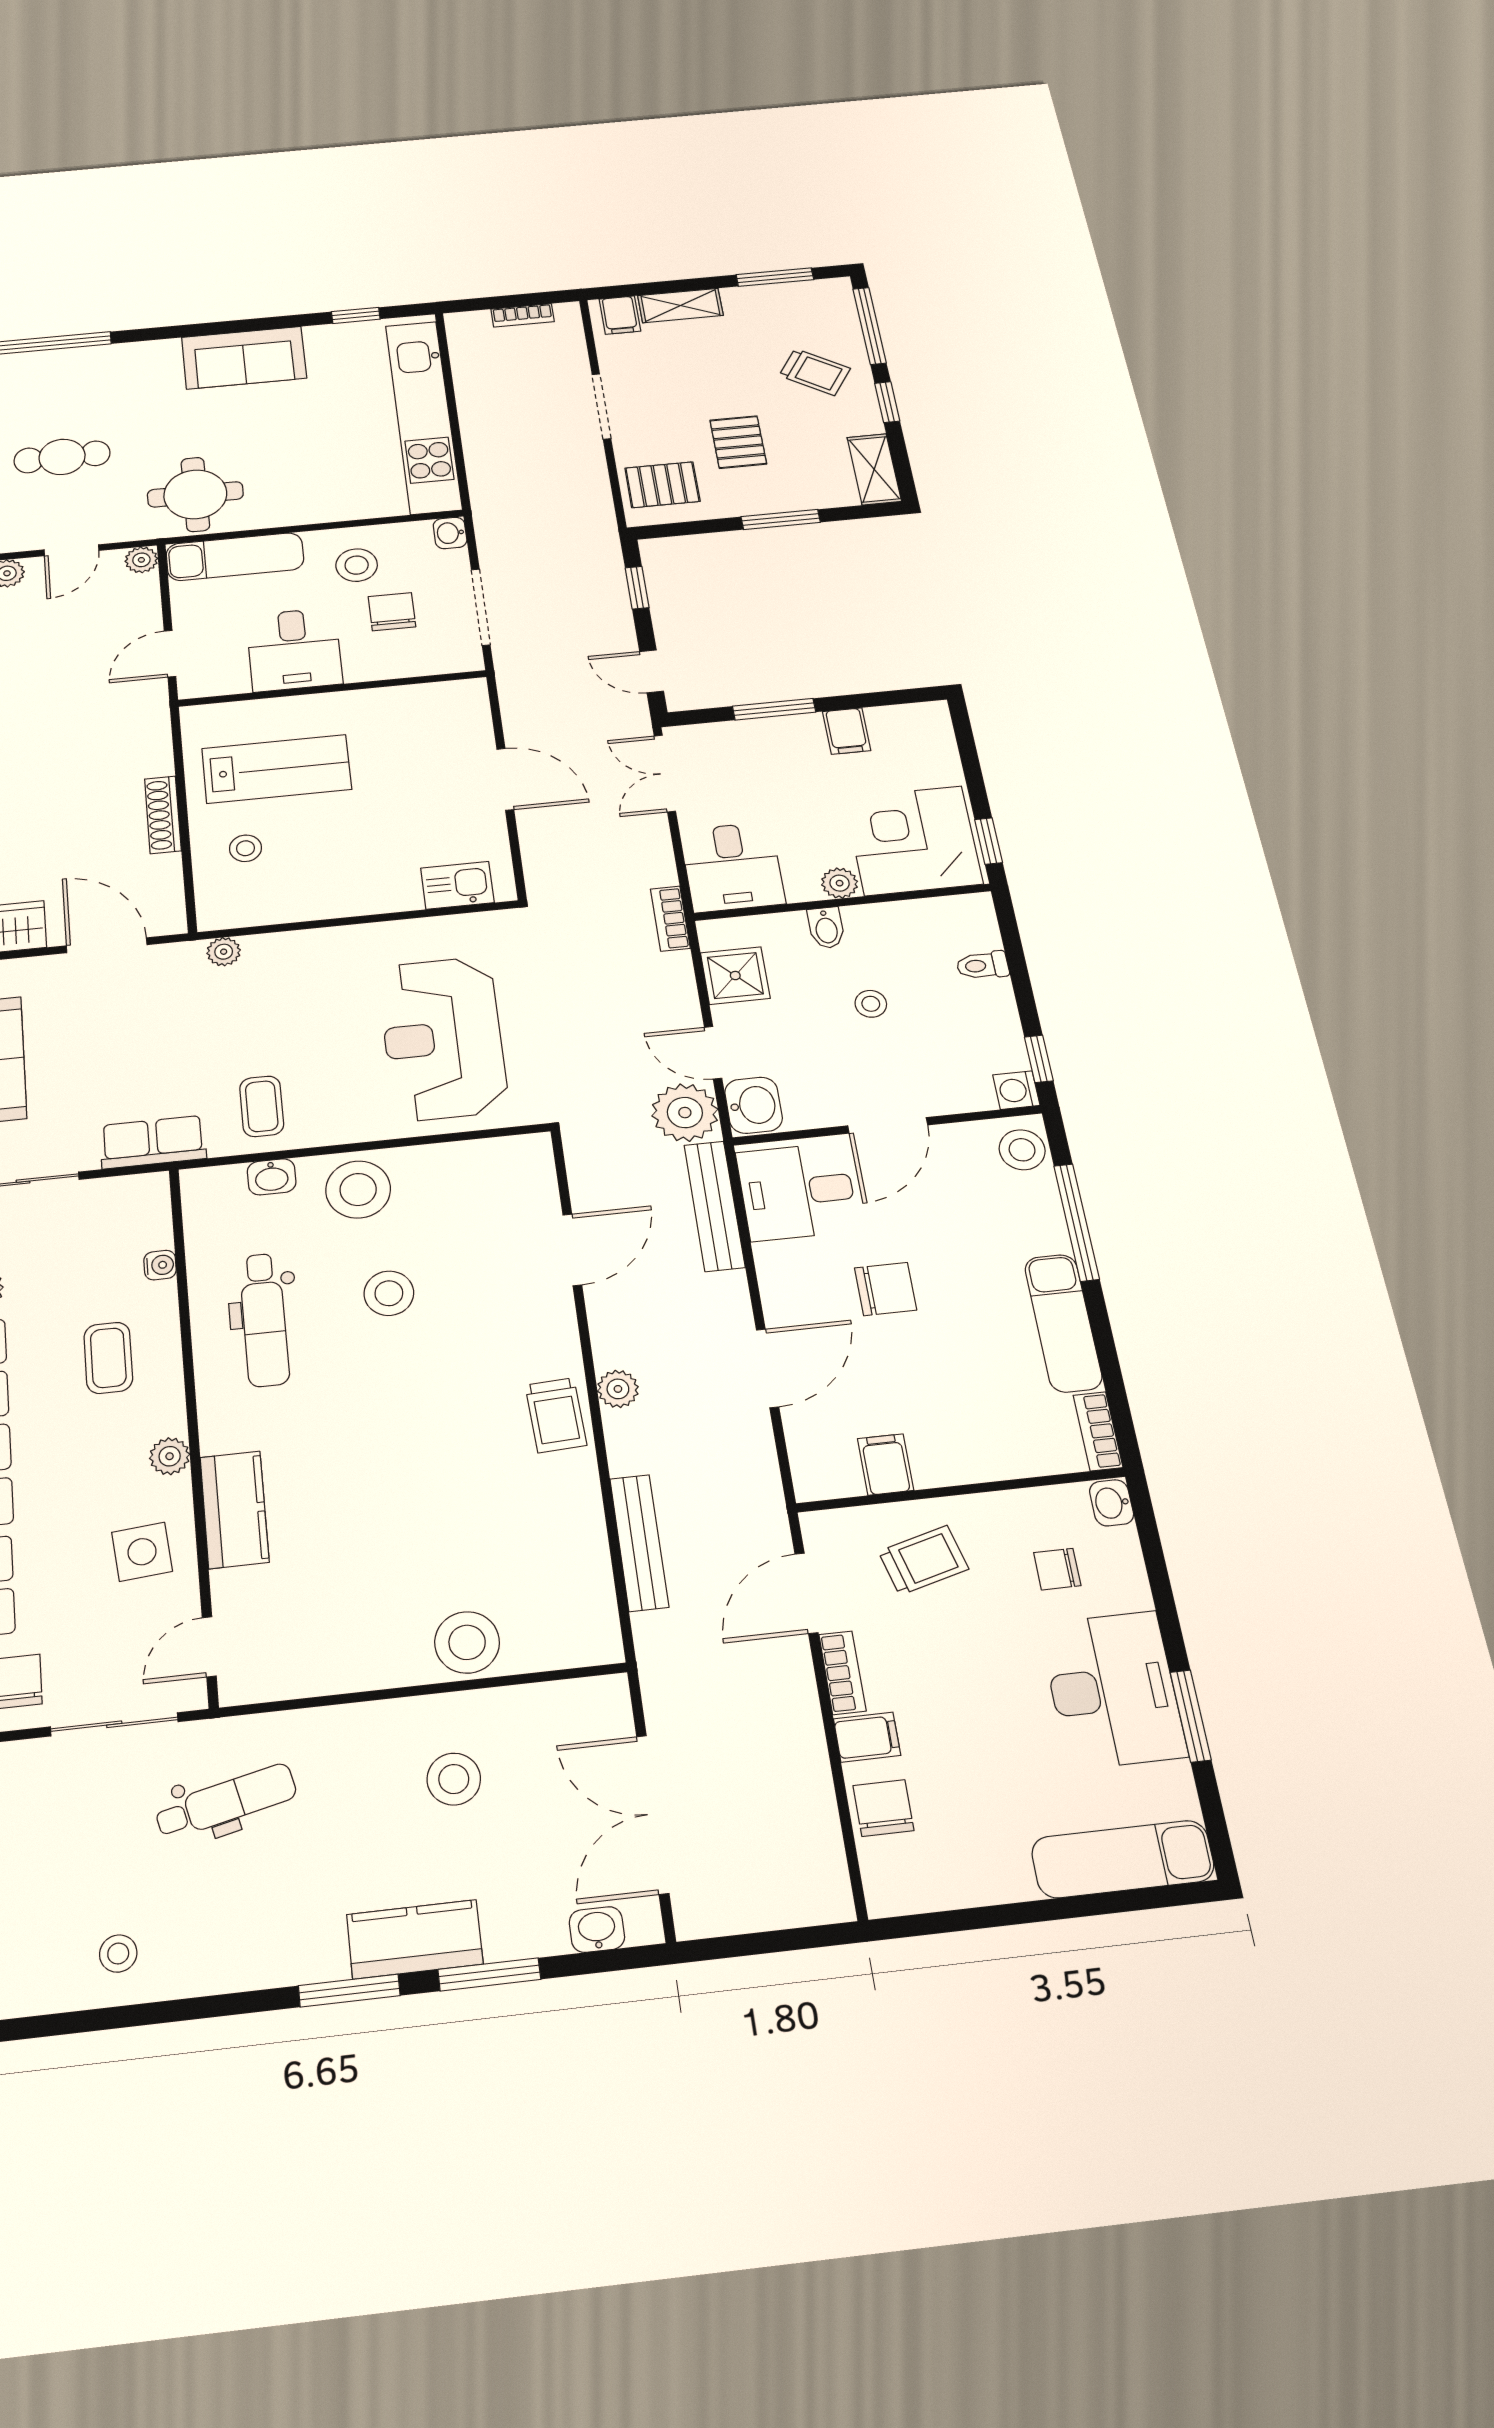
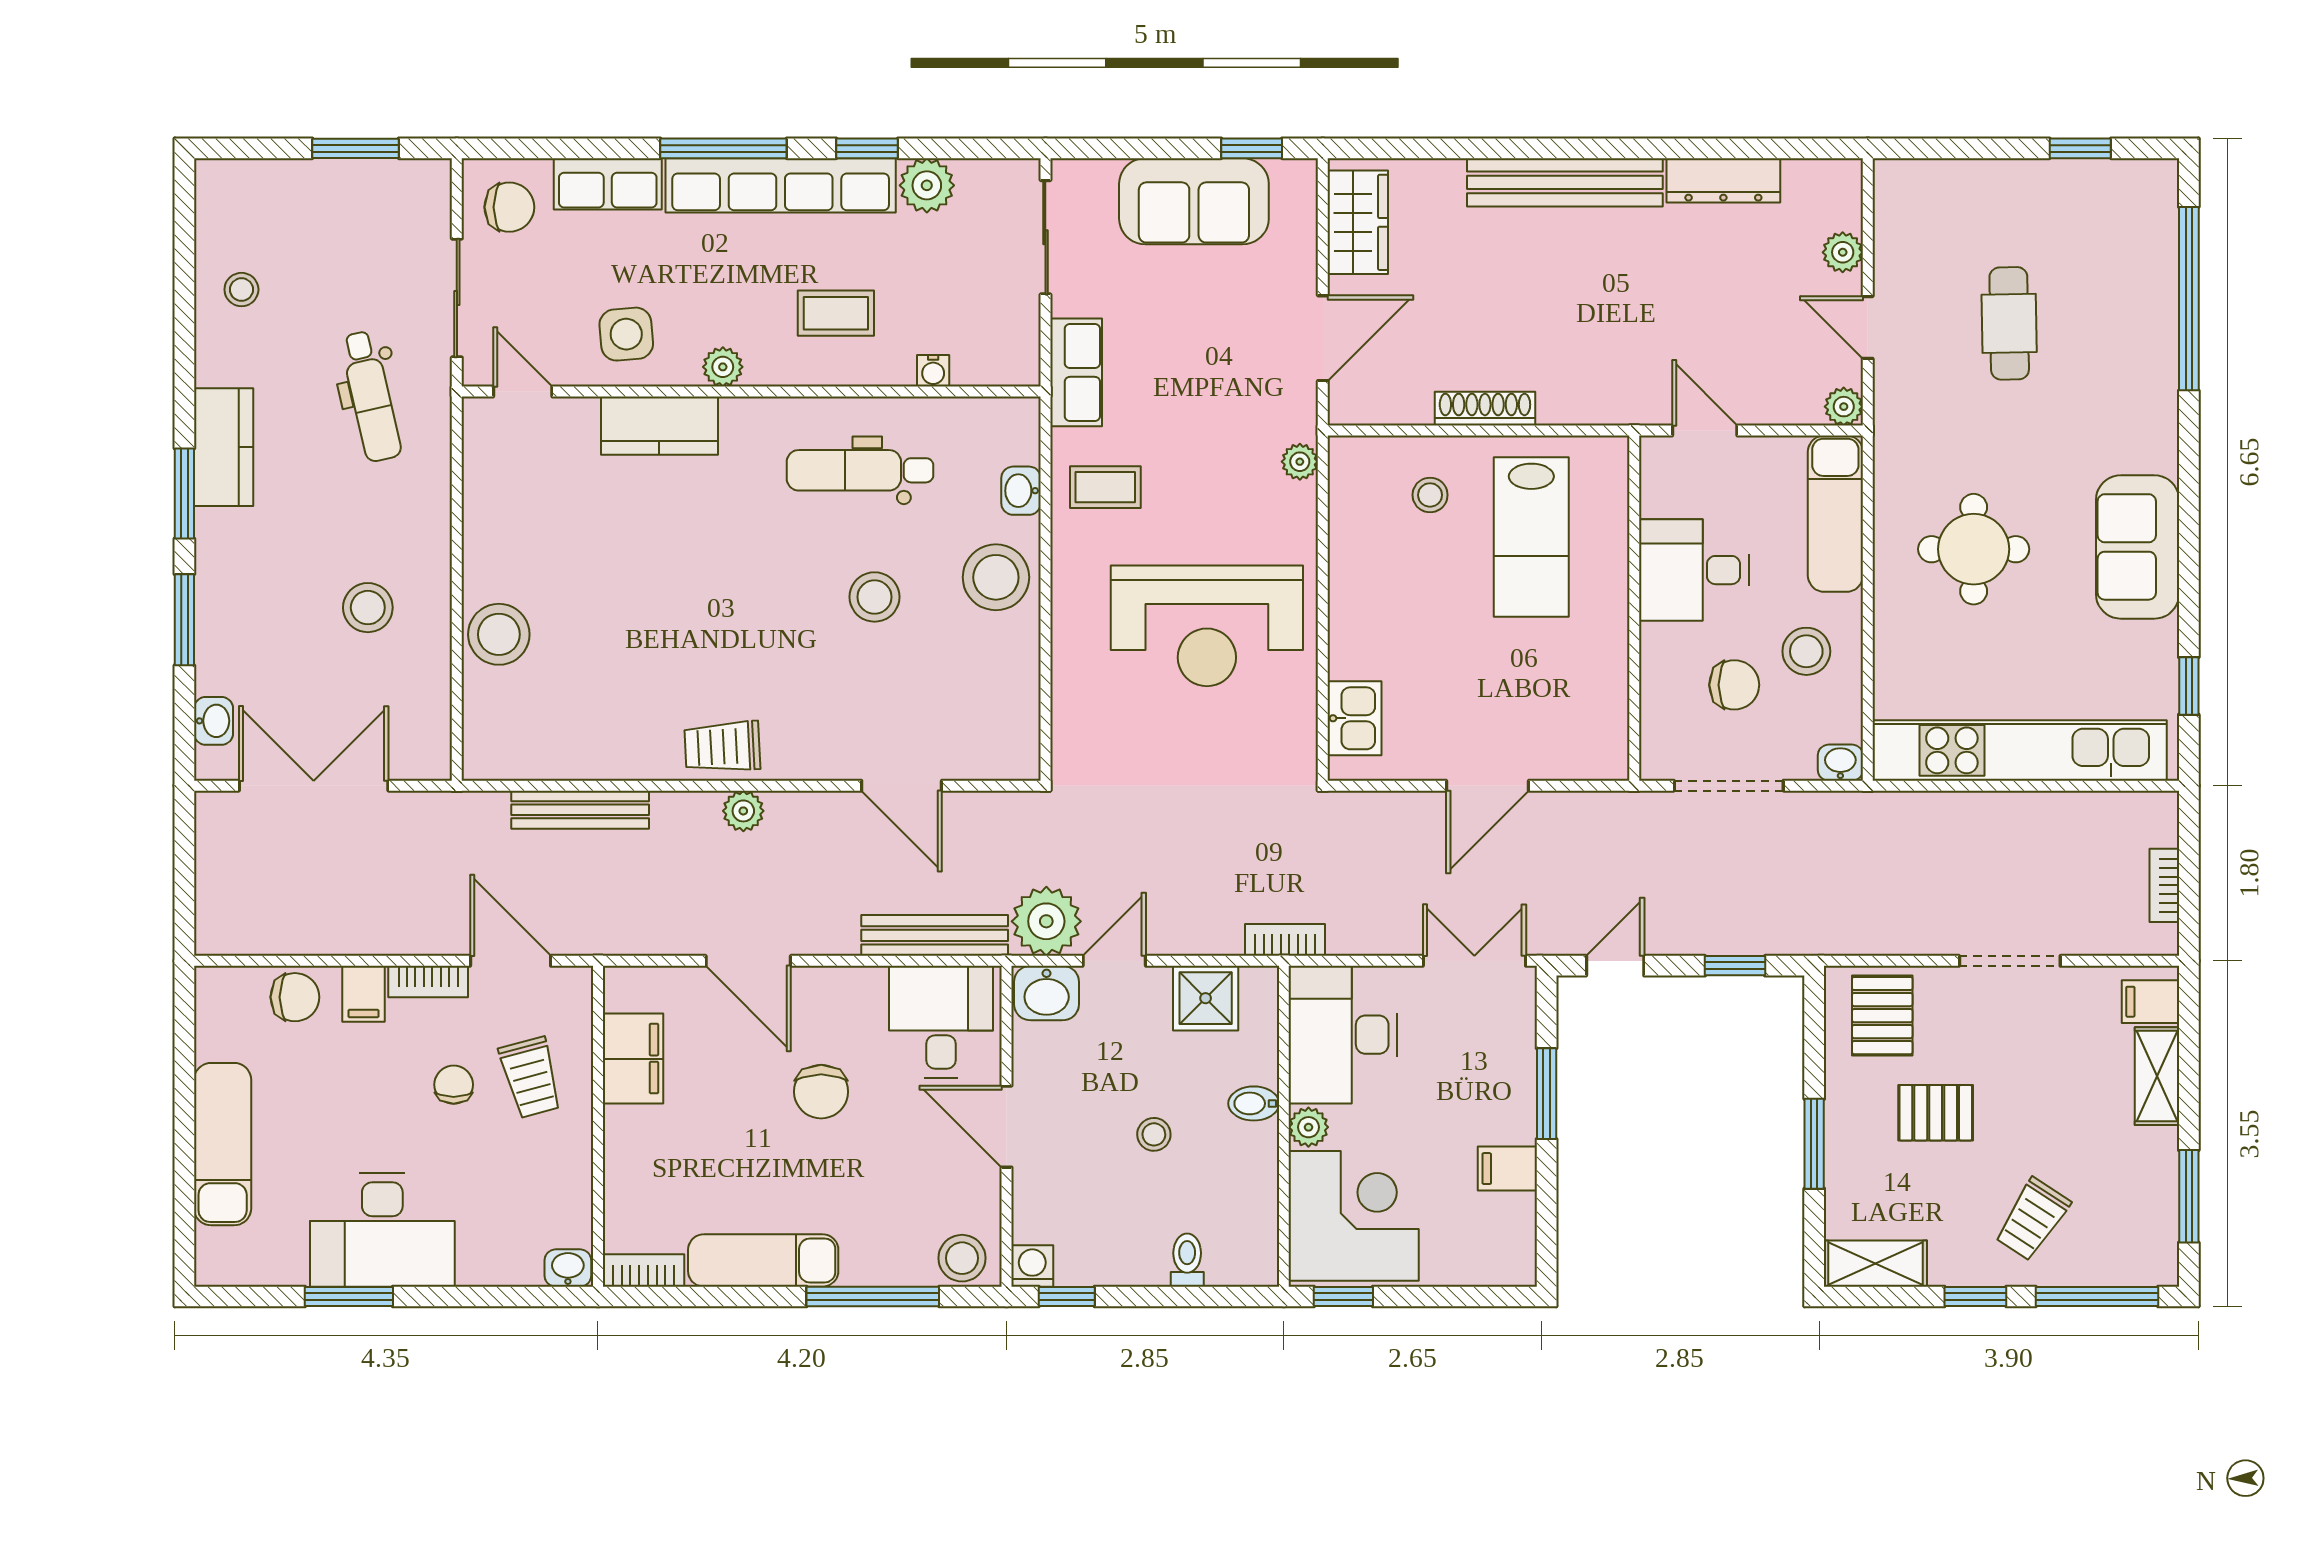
round table: (195, 494) -> (1974, 549), moved
desk: (732, 867) -> (1343, 1035), width x1.37
reception desk: (443, 1038) -> (1207, 626), moved, turned 180
filing cabinet: (886, 1464) -> (633, 1059), width x2.00
chair: (1057, 1569) -> (454, 1085), moved
exam couch: (1123, 1859) -> (223, 1144), moved
kitchen counter: (415, 1939) -> (224, 447), moved

